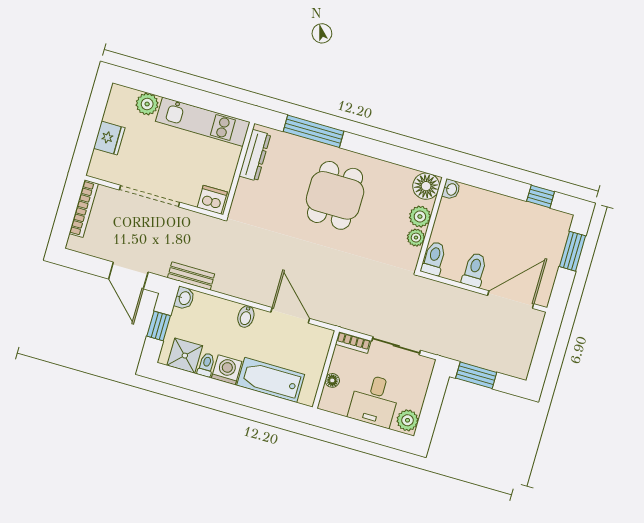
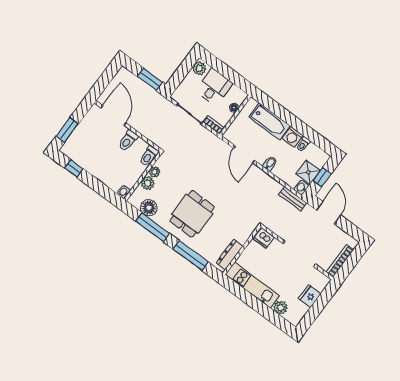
window: (387, 152) -> (153, 227), added
floor lamp: (426, 186) -> (149, 208), moved
door: (511, 300) -> (113, 115), swing flipped
shower: (185, 356) -> (308, 172), moved

